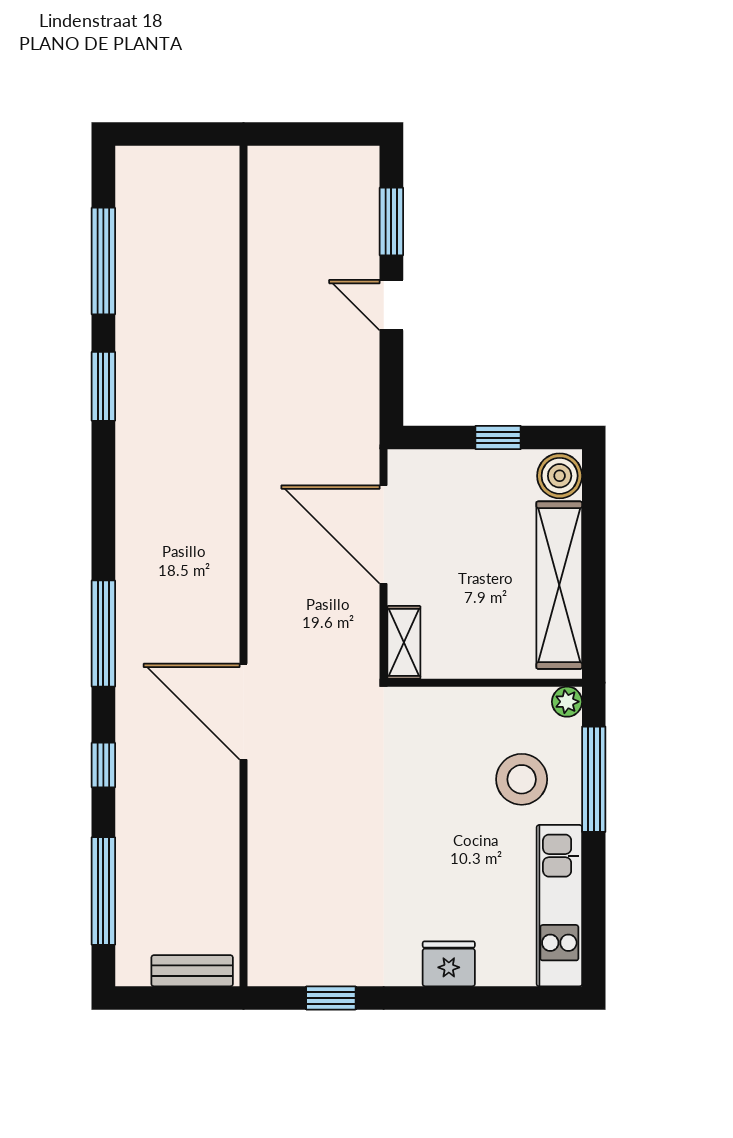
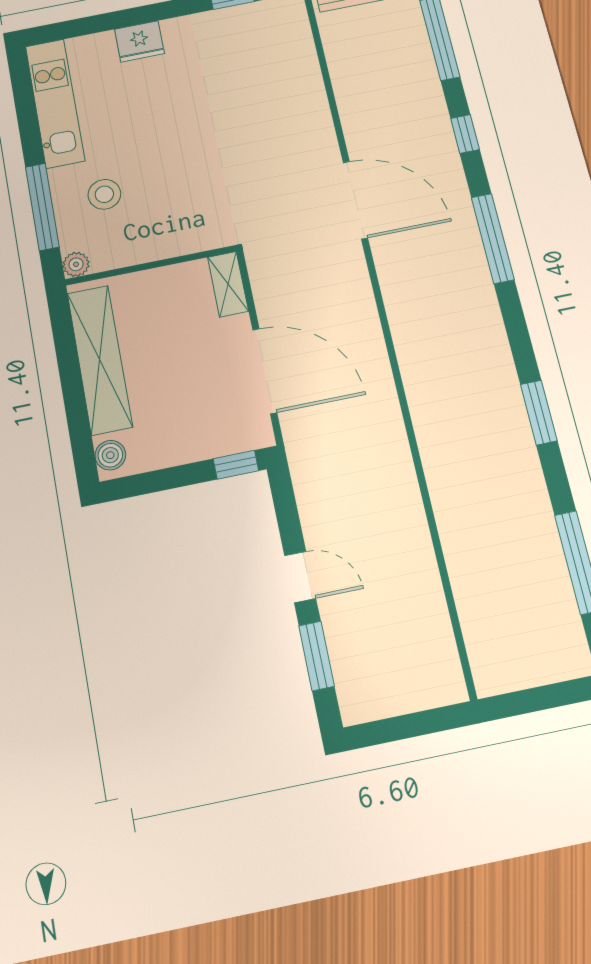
window: (103, 386) -> (539, 412), moved
window: (498, 438) -> (236, 465), moved
boiler: (560, 476) -> (110, 455), width x0.73, depth x0.73
stool: (522, 779) -> (104, 194), width x0.73, depth x0.73

